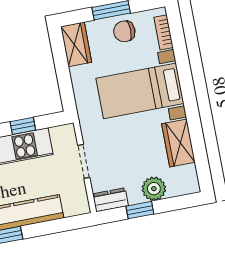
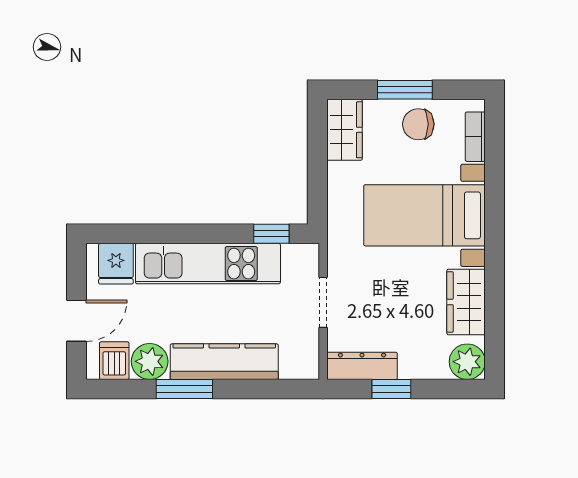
window: (23, 126) -> (271, 234), moved
plant: (154, 189) -> (467, 362), moved
dresser: (110, 200) -> (362, 366), width x1.44

